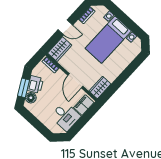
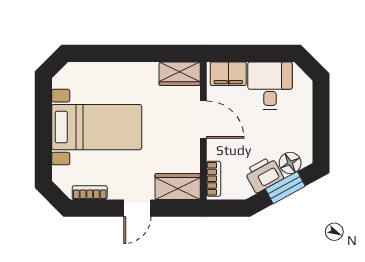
door: (65, 27) -> (137, 208), swing flipped
door: (75, 81) -> (203, 120), hinge flipped

